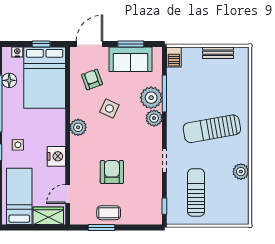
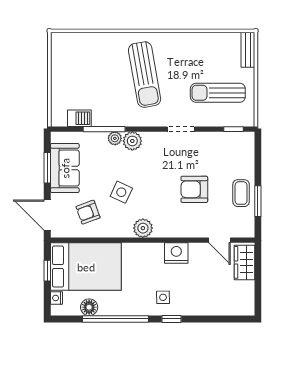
bench: (218, 53) -> (248, 50), moved
barbecue: (174, 57) -> (79, 118), moved
plant: (151, 98) -> (115, 138), width x0.53, depth x0.53
plant: (241, 172) -> (194, 41), removed
bed: (19, 196) -> (222, 296), removed

